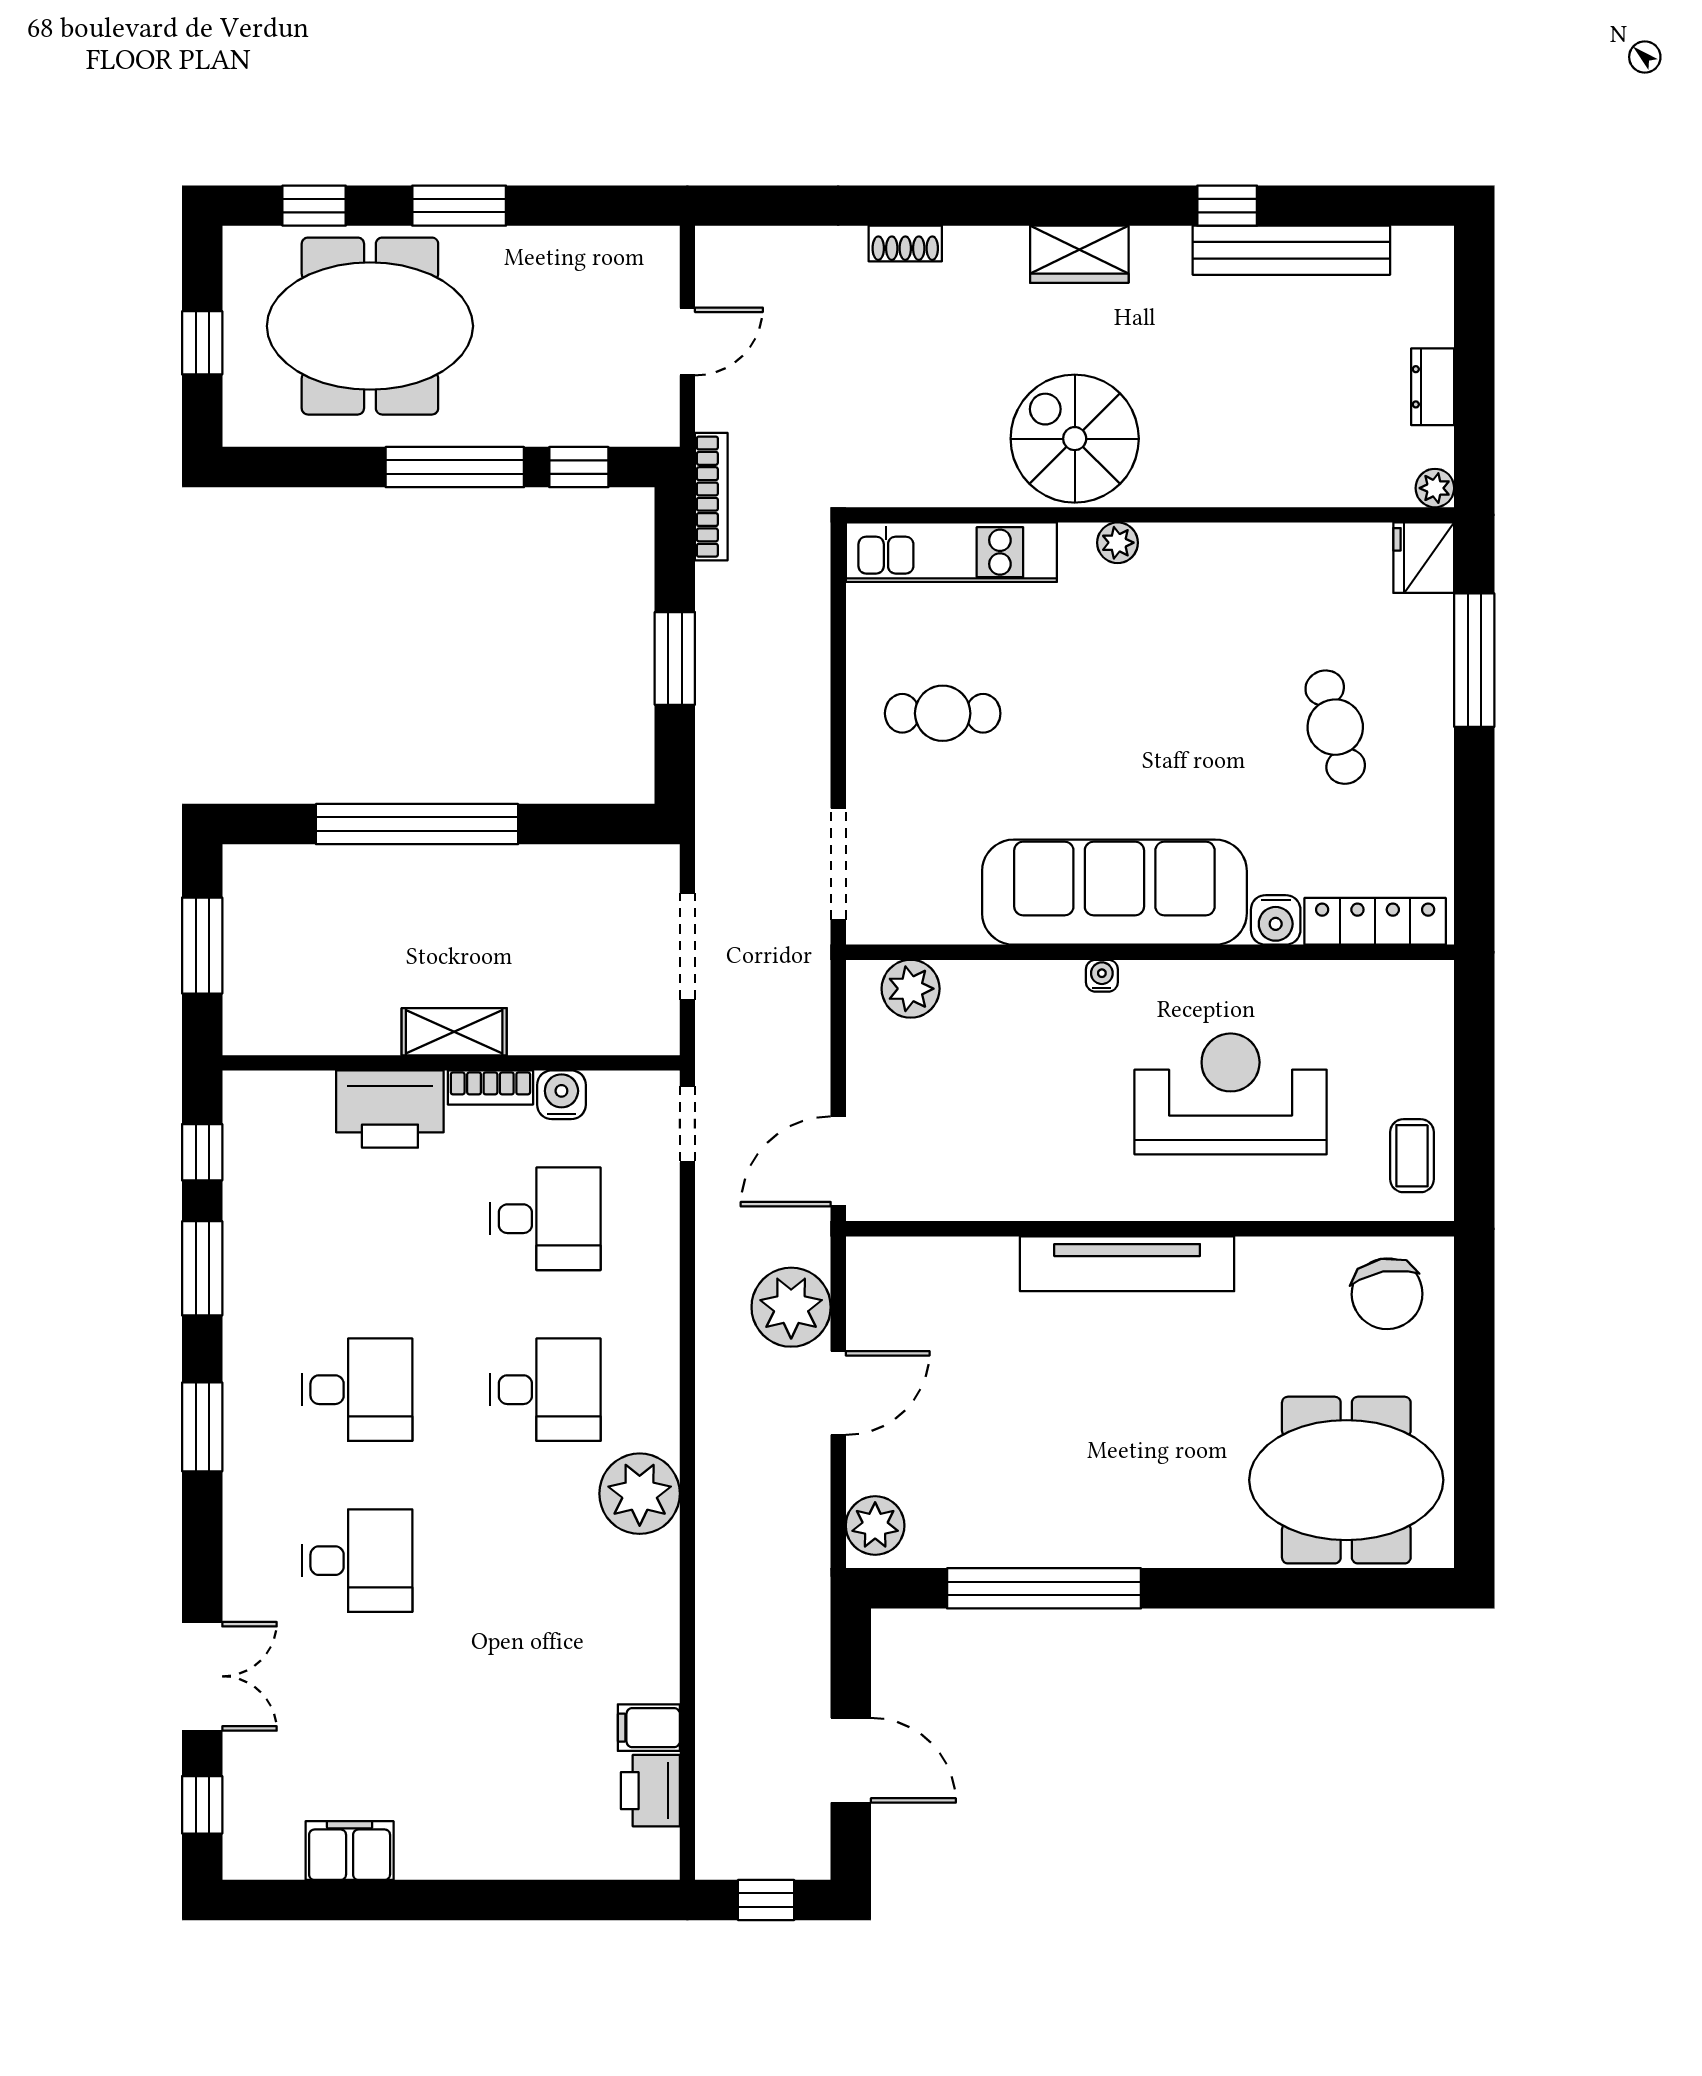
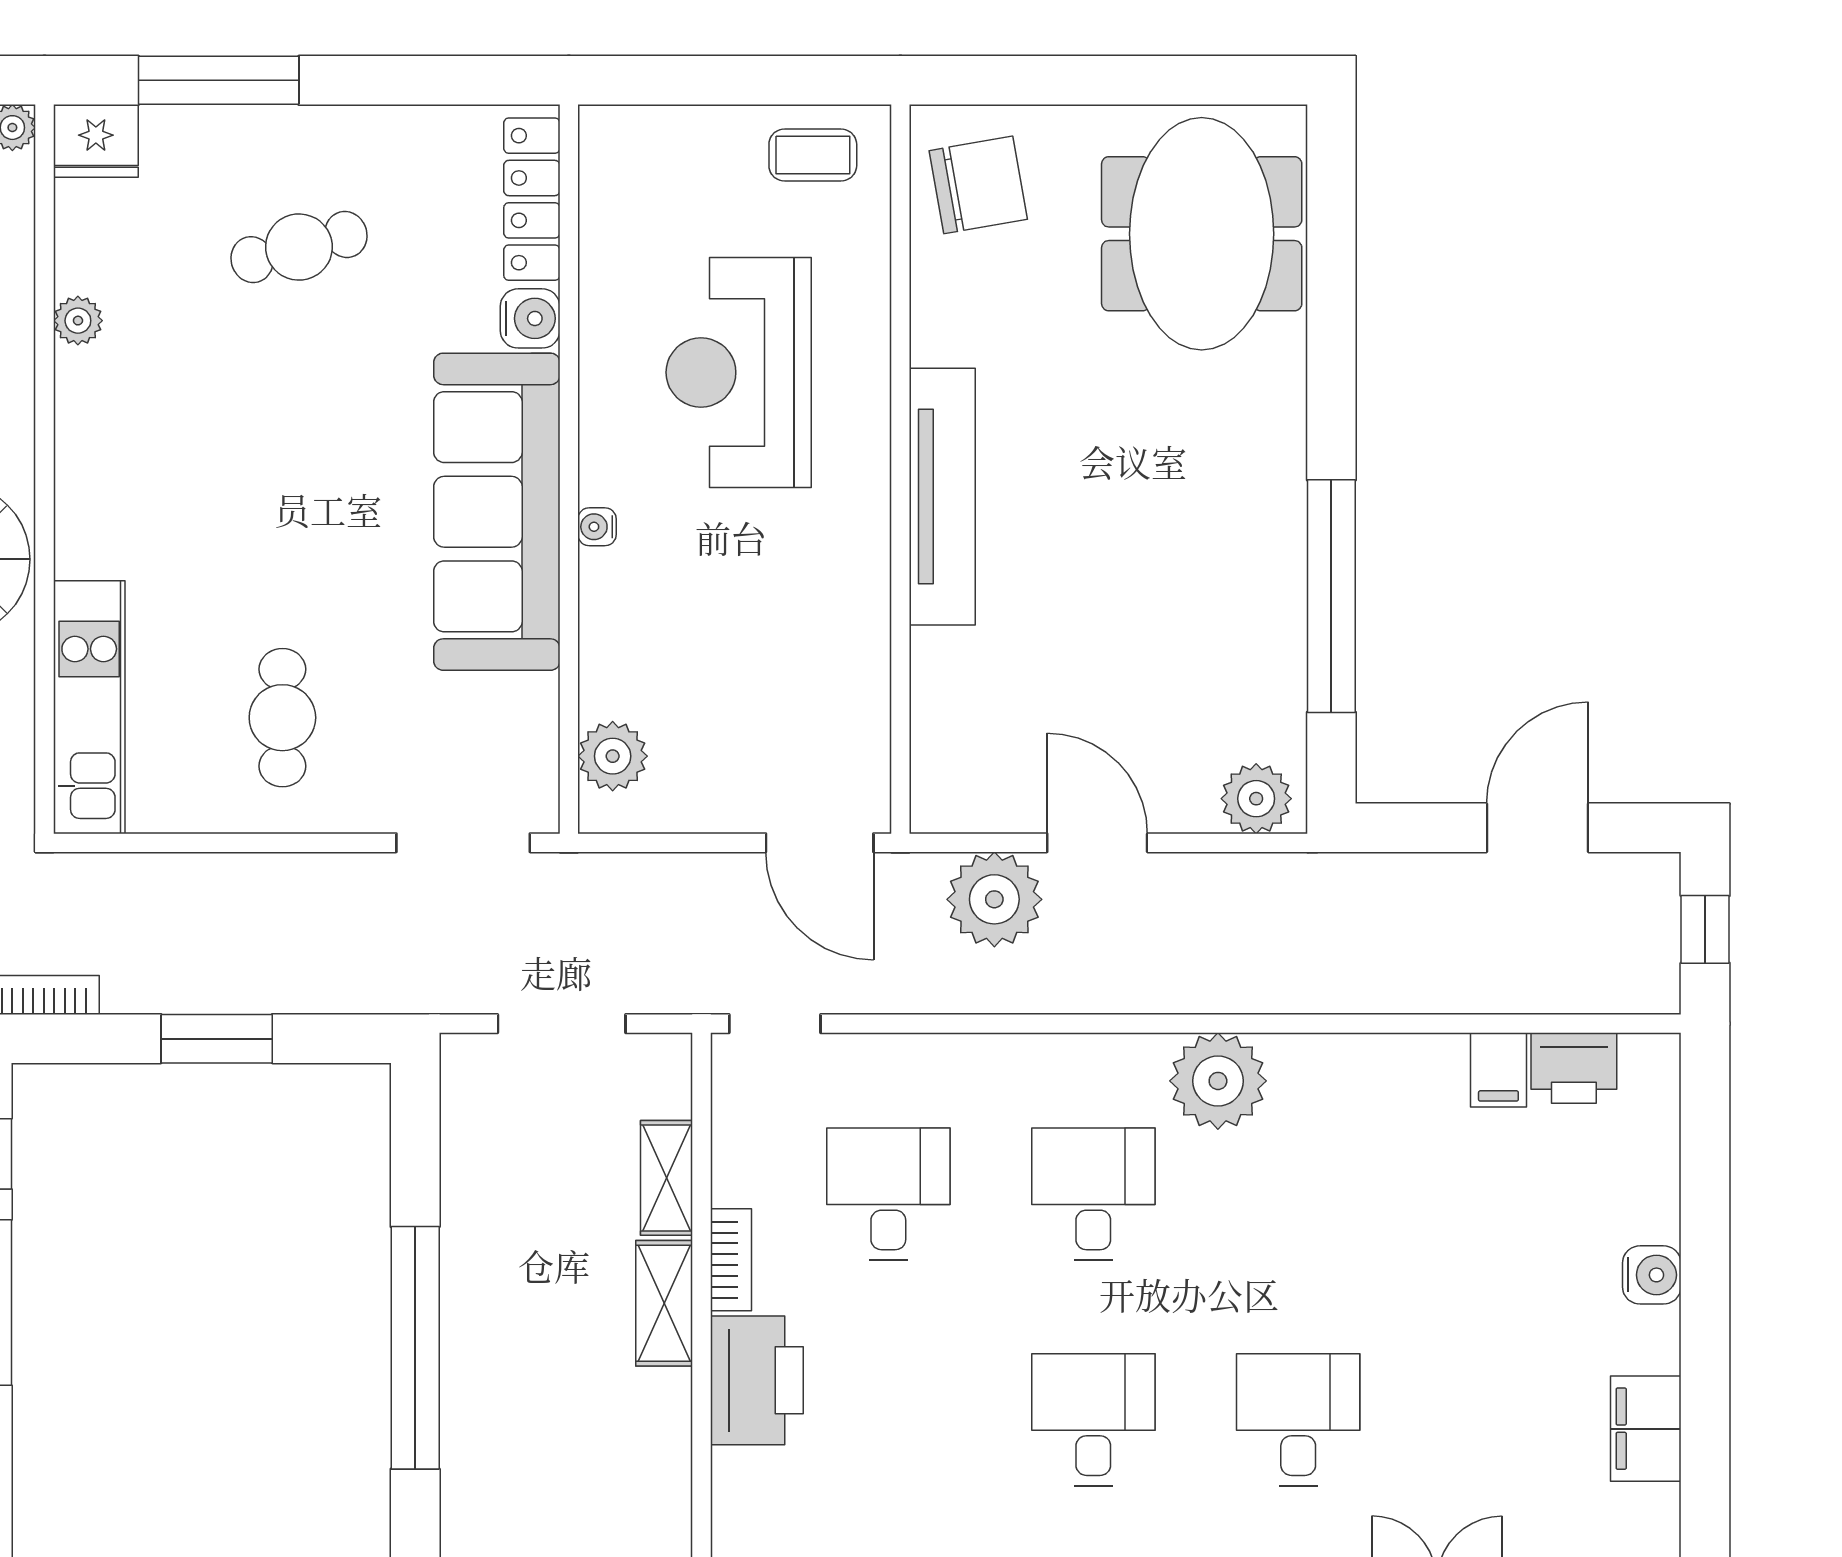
plant: (1118, 543) -> (78, 321), moved
shelving: (559, 1034) -> (667, 1178), added
water cooler: (561, 1095) -> (1652, 1275), moved, turned 180

